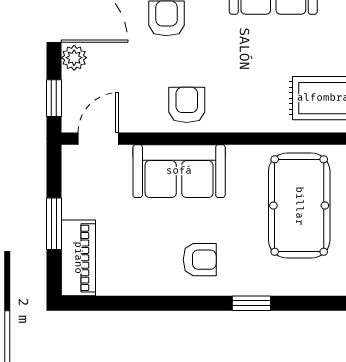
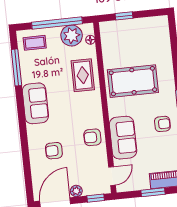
door: (98, 139) -> (112, 176), swing flipped
armchair: (200, 260) -> (162, 124), turned 90

